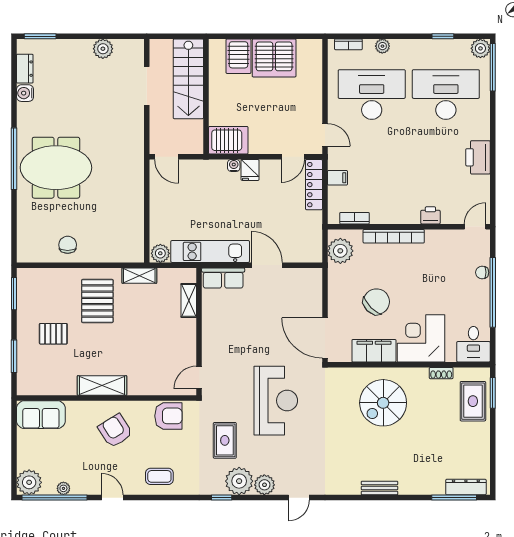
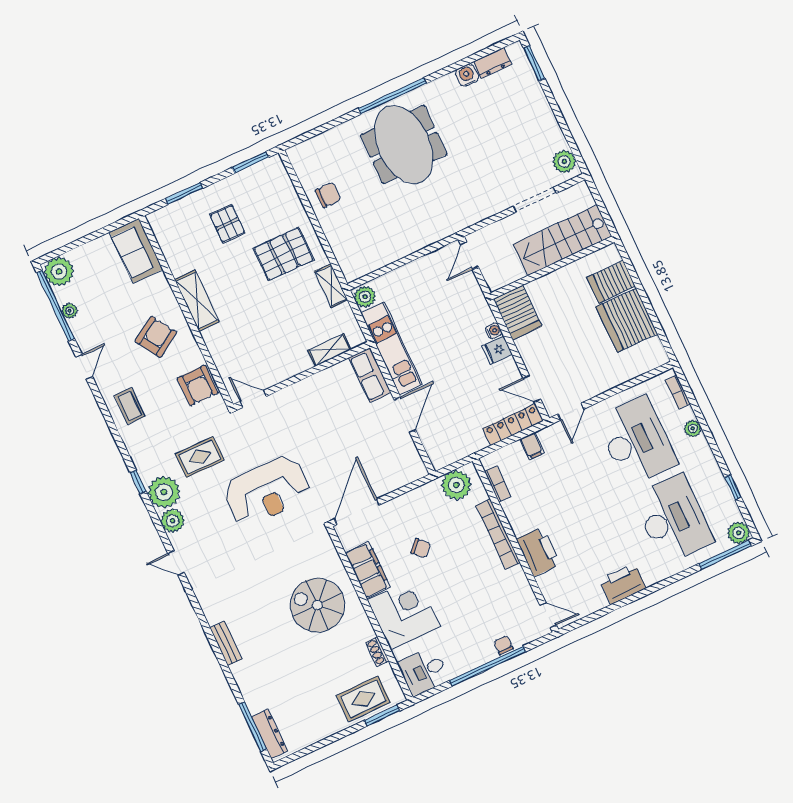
plant: (103, 49) -> (564, 162), moved
printer: (430, 215) -> (538, 552), width x1.87, depth x1.48
chair: (376, 302) -> (421, 548), width x0.54, depth x0.54

